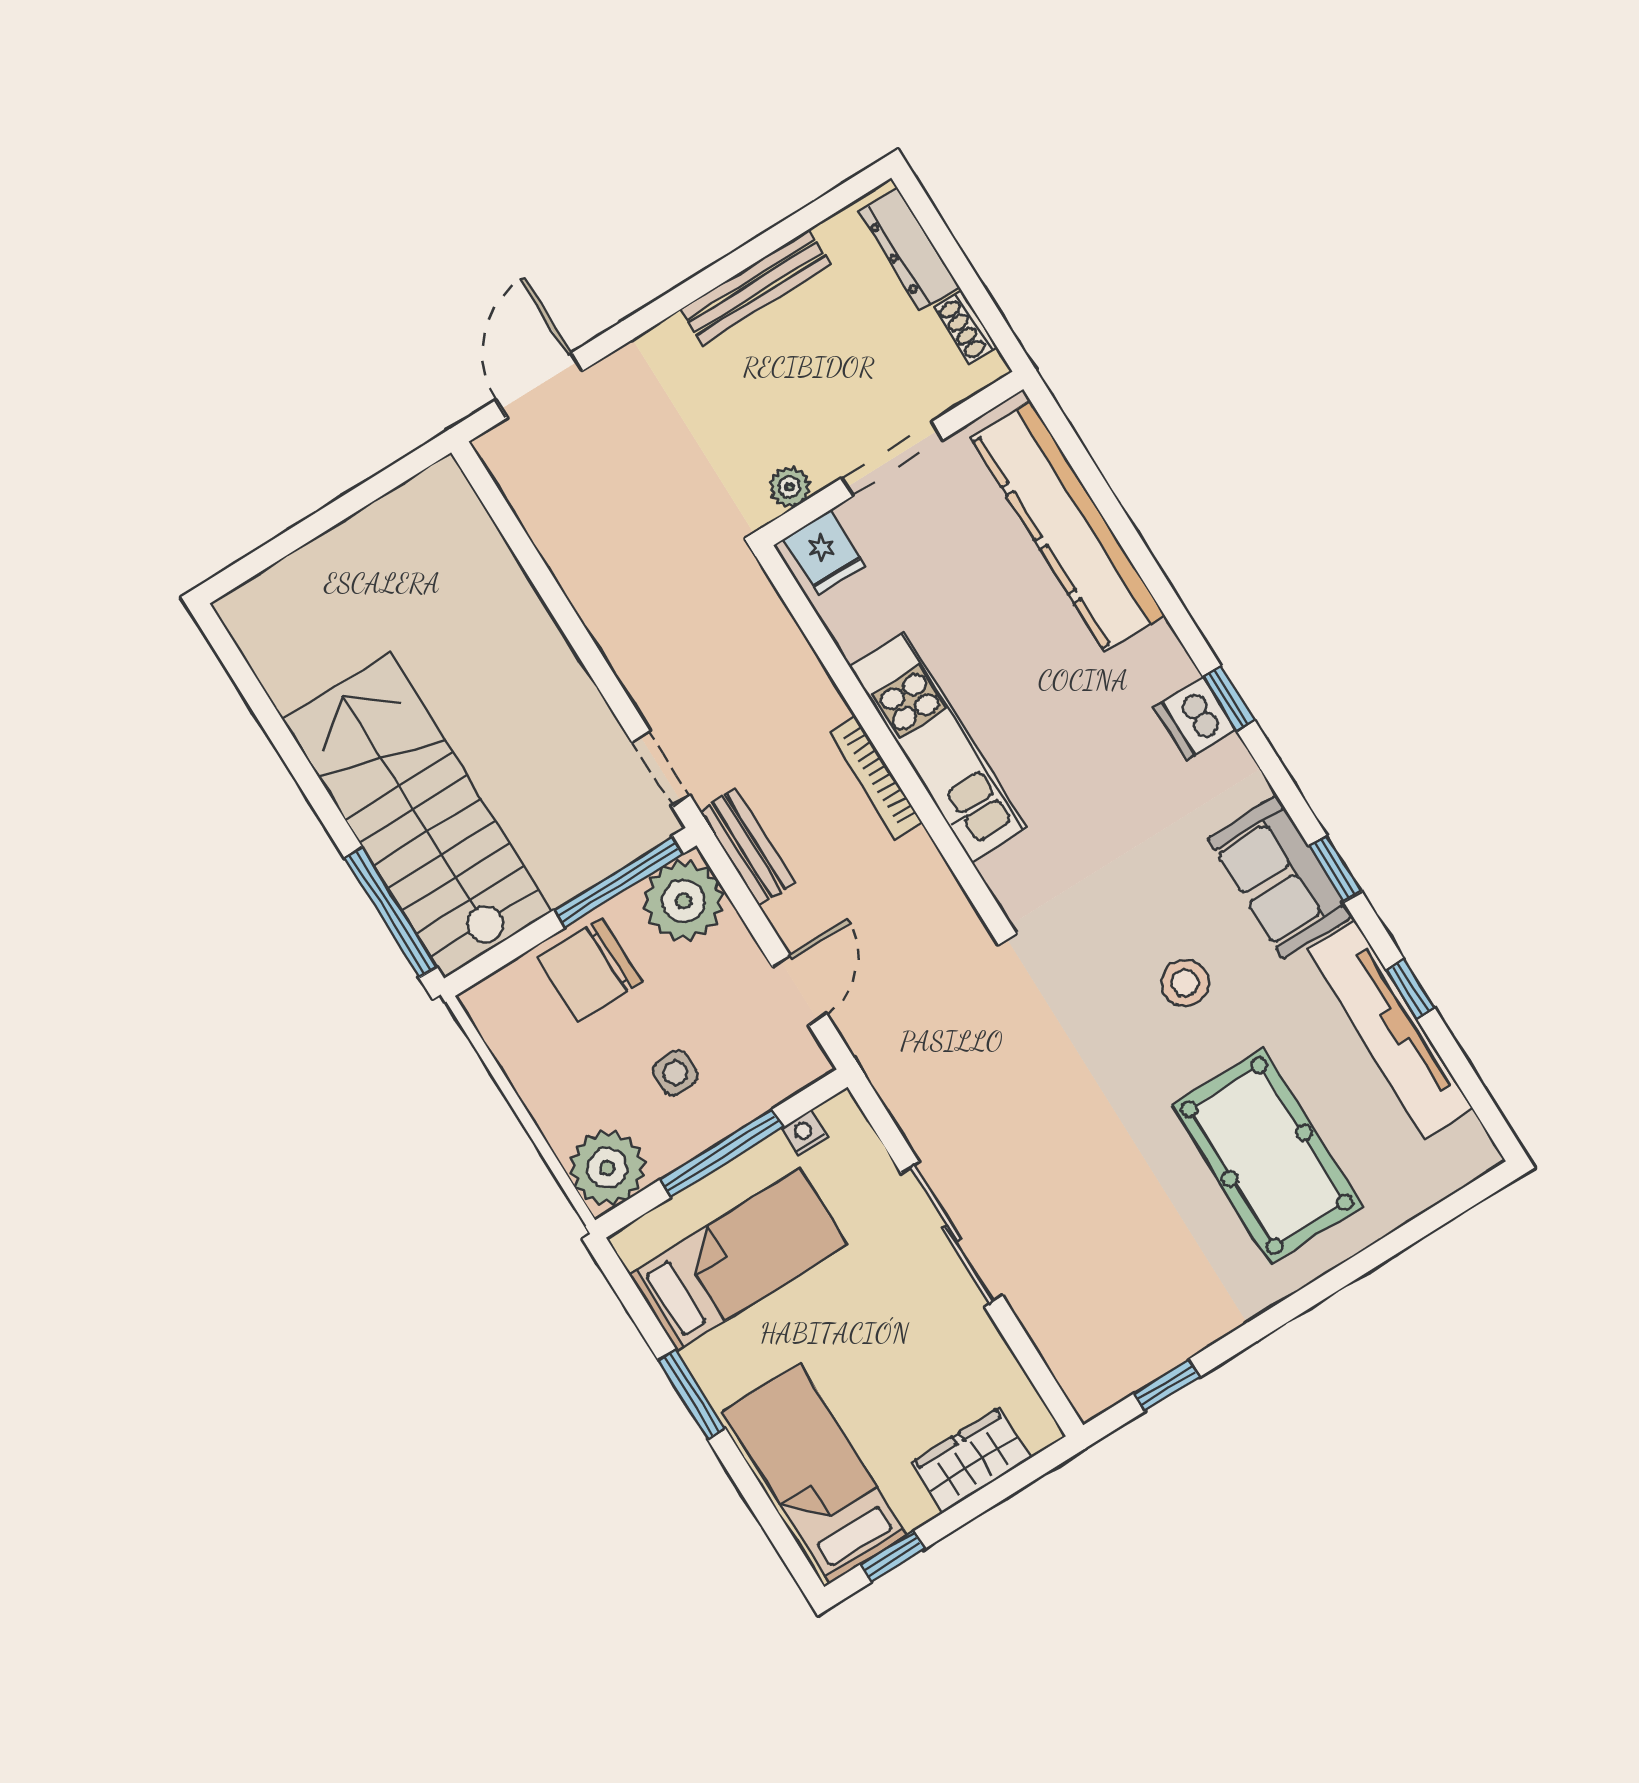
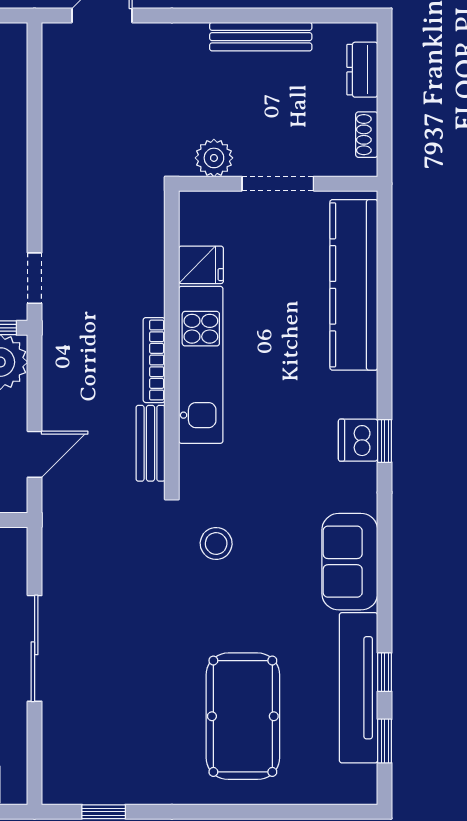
dresser: (909, 249) -> (362, 70), width x0.70
plant: (790, 487) -> (214, 158), width x1.38, depth x1.38
fridge: (824, 552) -> (201, 265), moved, turned -90
bench: (747, 847) -> (150, 443), moved
window: (1335, 869) -> (385, 741), moved
stool: (1185, 983) -> (216, 544), moved

